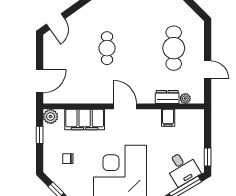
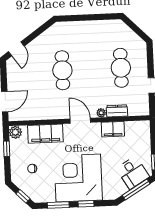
cafe table: (107, 48) -> (62, 70), width x1.37, depth x1.35
plant: (185, 98) -> (101, 113), moved
filing cabinet: (168, 118) -> (113, 129), width x2.00

